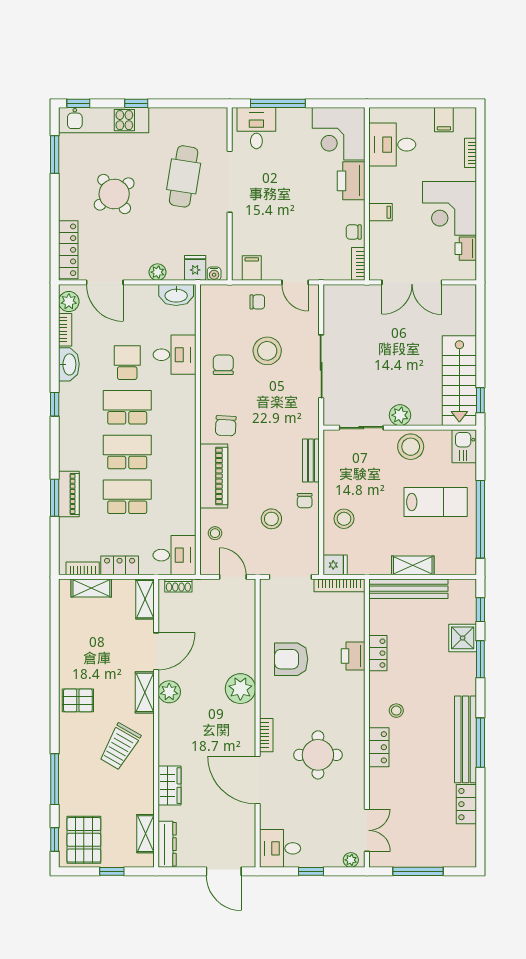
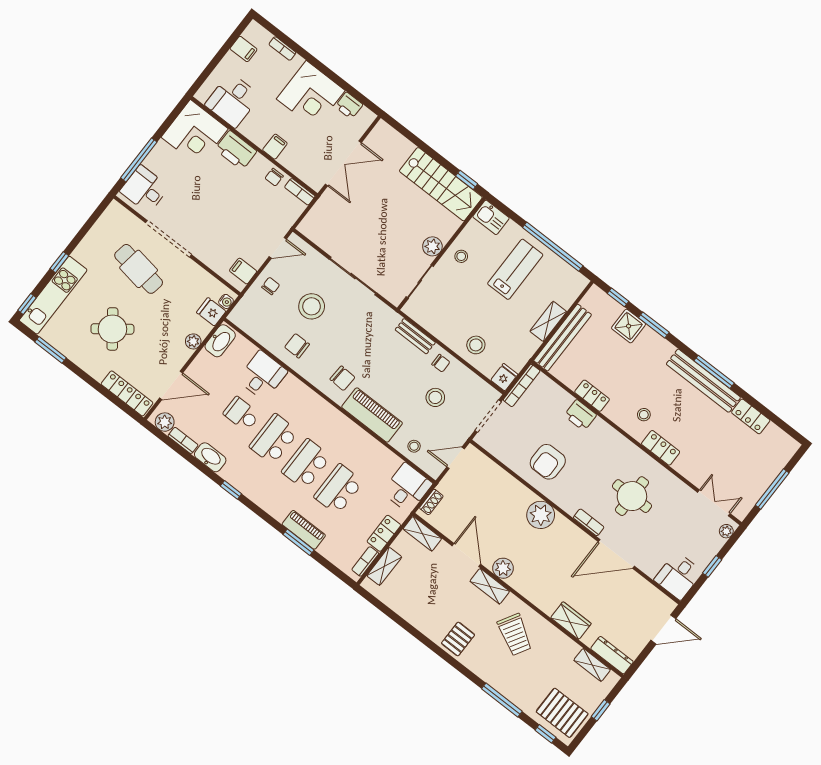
stool: (411, 447) -> (461, 256), width x0.53, depth x0.53

